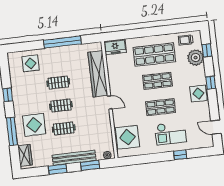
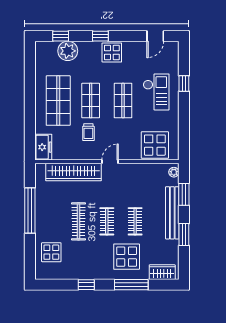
trolley: (186, 40) -> (88, 132), moved
clothes rail: (58, 83) -> (78, 221), width x1.36

